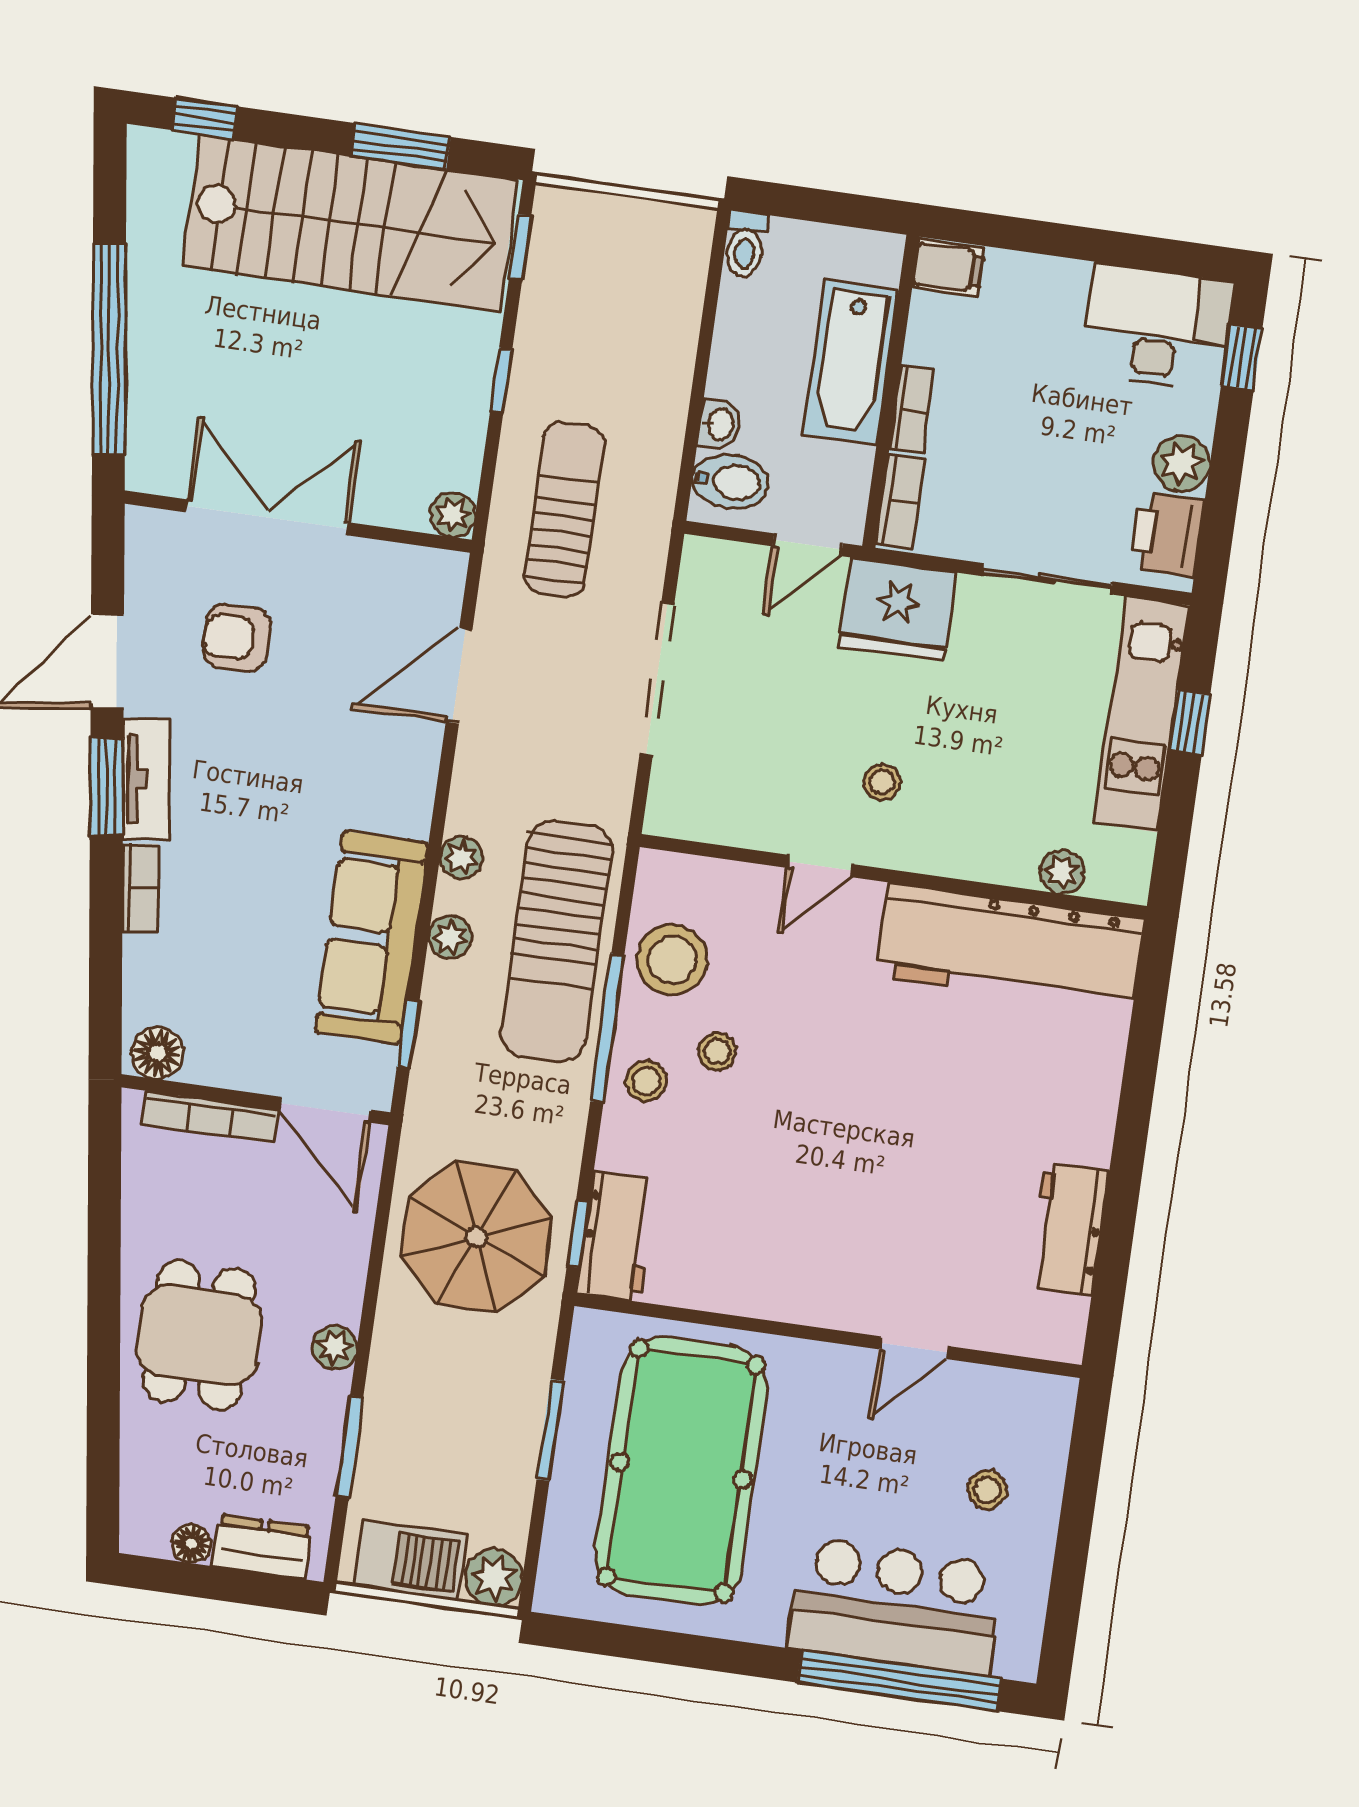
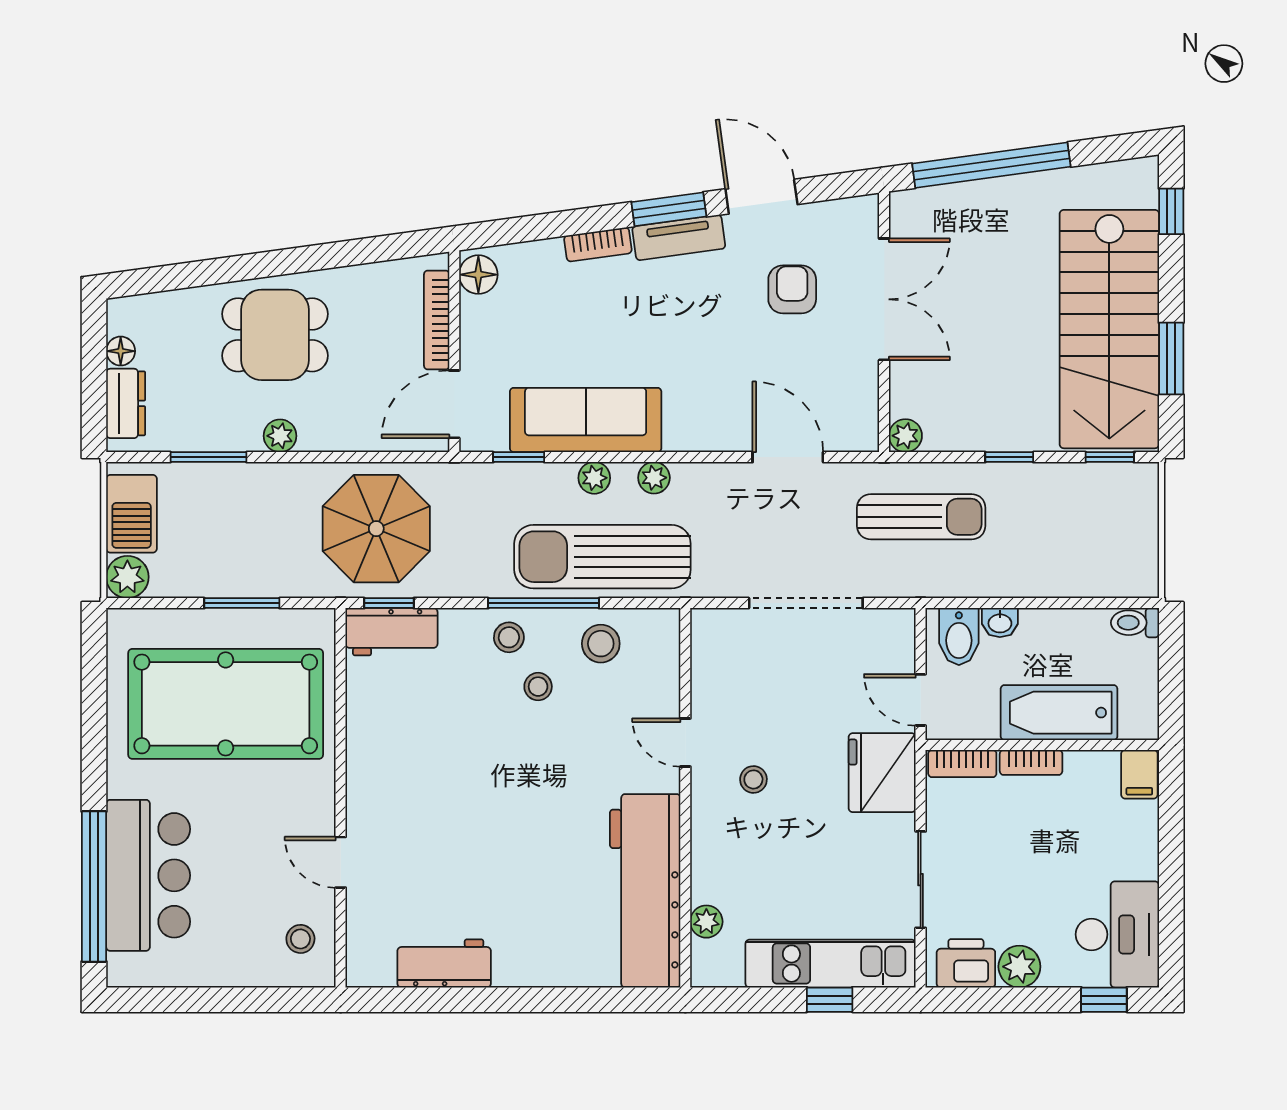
stool: (672, 960) -> (601, 644), width x0.73, depth x0.73
stool: (987, 1490) -> (300, 939), moved

